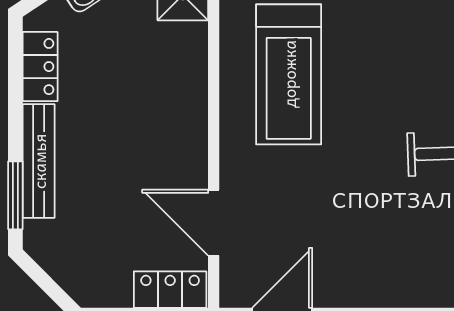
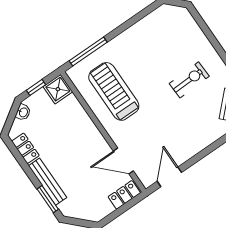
treadmill: (289, 74) -> (114, 91), turned 180

